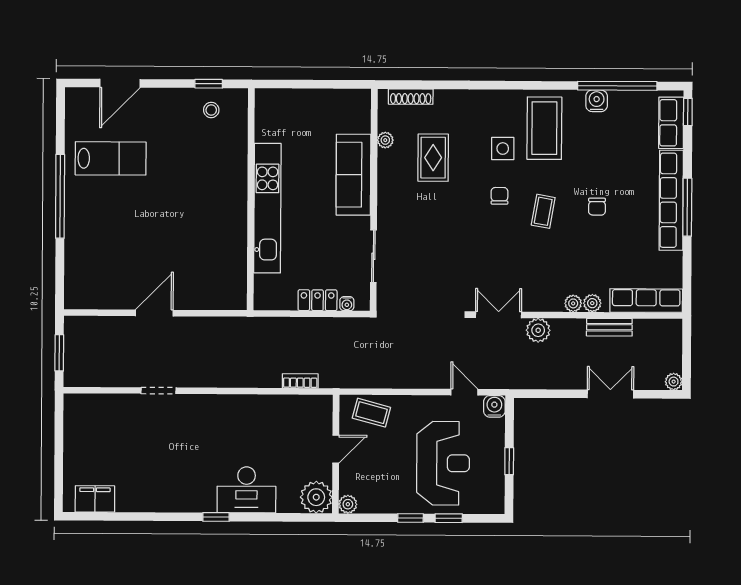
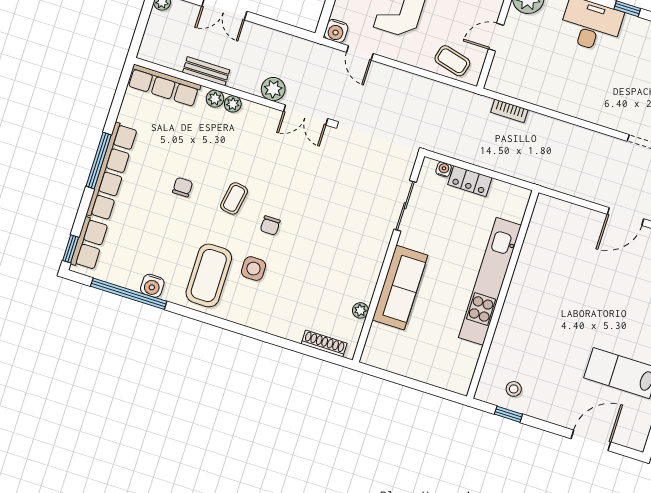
rug: (433, 158) -> (321, 280), removed

